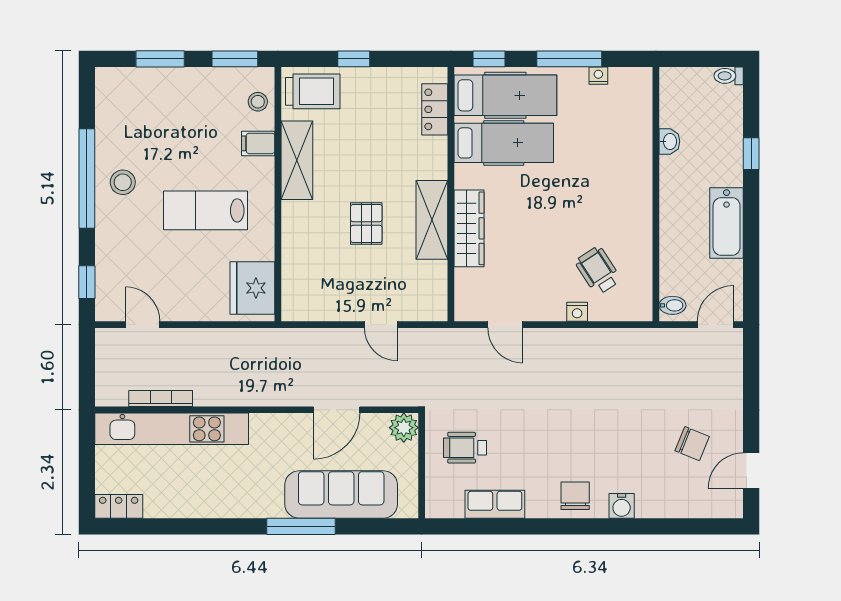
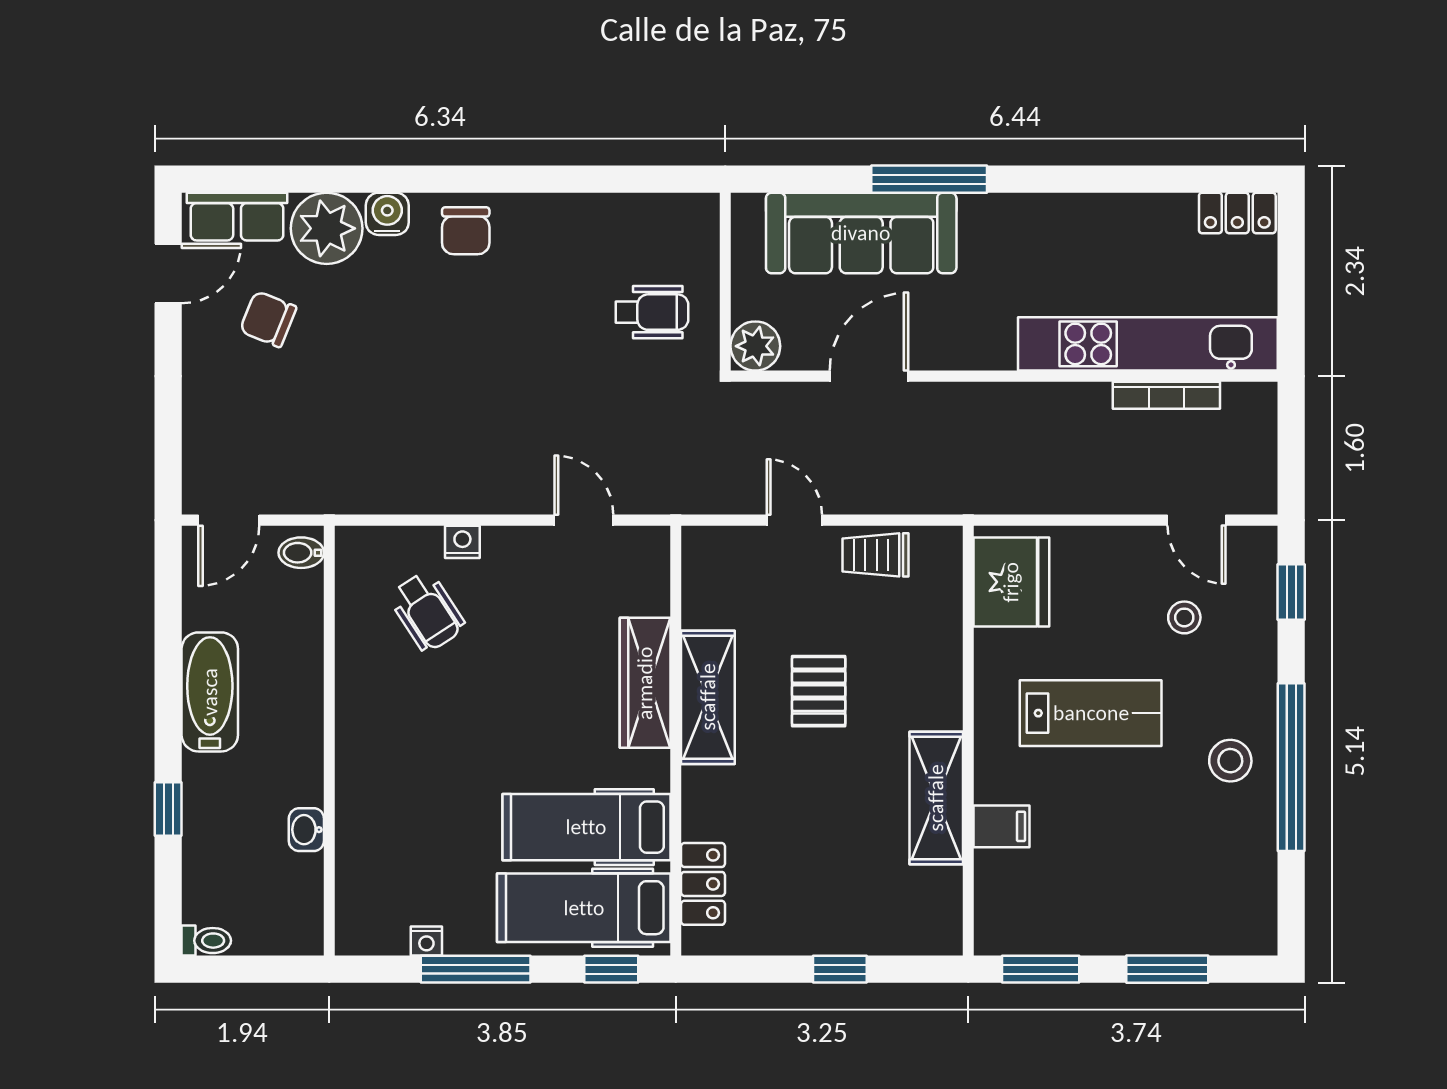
trolley: (313, 91) -> (875, 555), moved, width x0.73, depth x0.72
stool: (258, 102) -> (1184, 617), moved
plant: (657, 497) -> (327, 228), added
row of seats: (495, 504) -> (237, 217), moved

